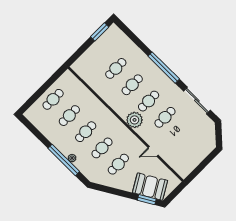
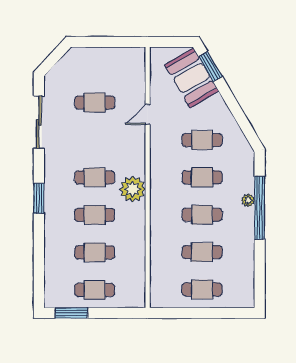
cafe table: (99, 52) -> (95, 290), added
window: (164, 68) -> (39, 198), width x0.47
cafe table: (165, 117) -> (95, 102), moved
plant: (135, 120) -> (133, 189), moved
door: (153, 151) -> (148, 114), swing flipped

